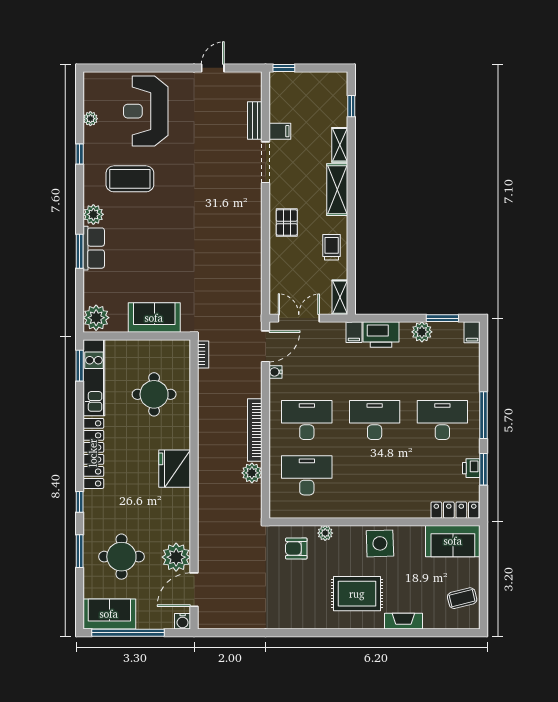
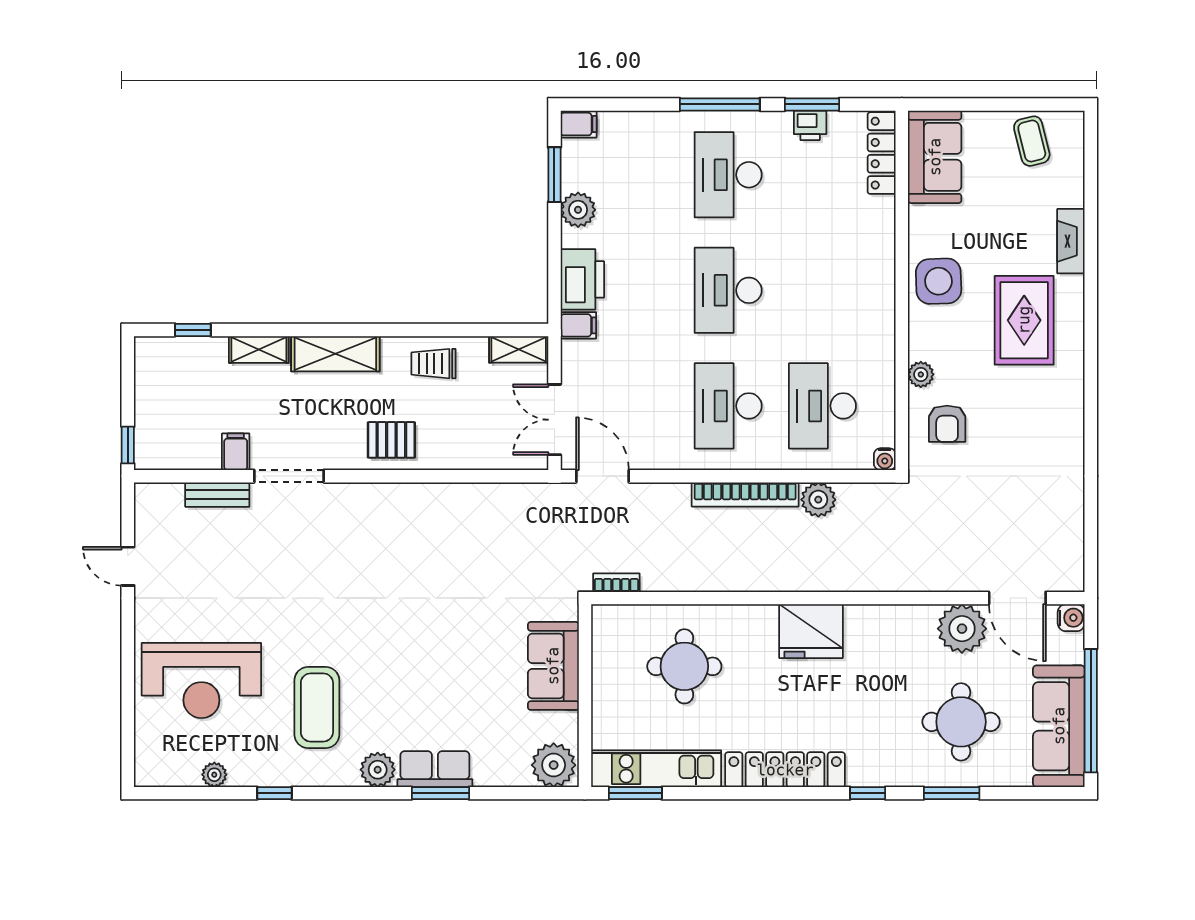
water cooler: (276, 372) -> (885, 459), moved
sofa: (109, 614) -> (1059, 726), width x1.36

